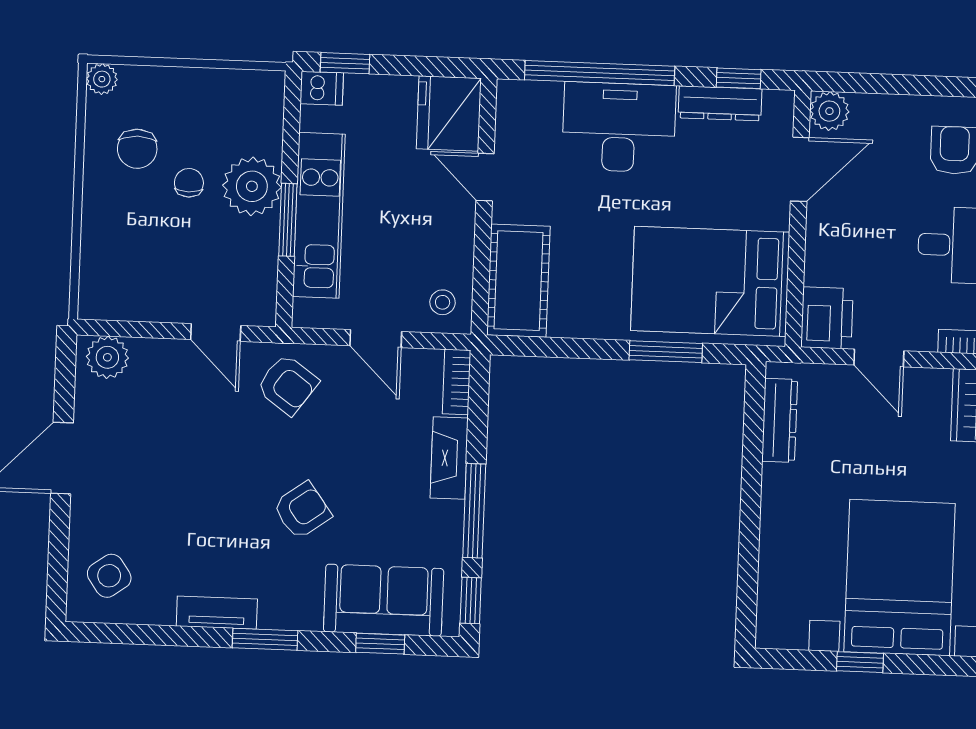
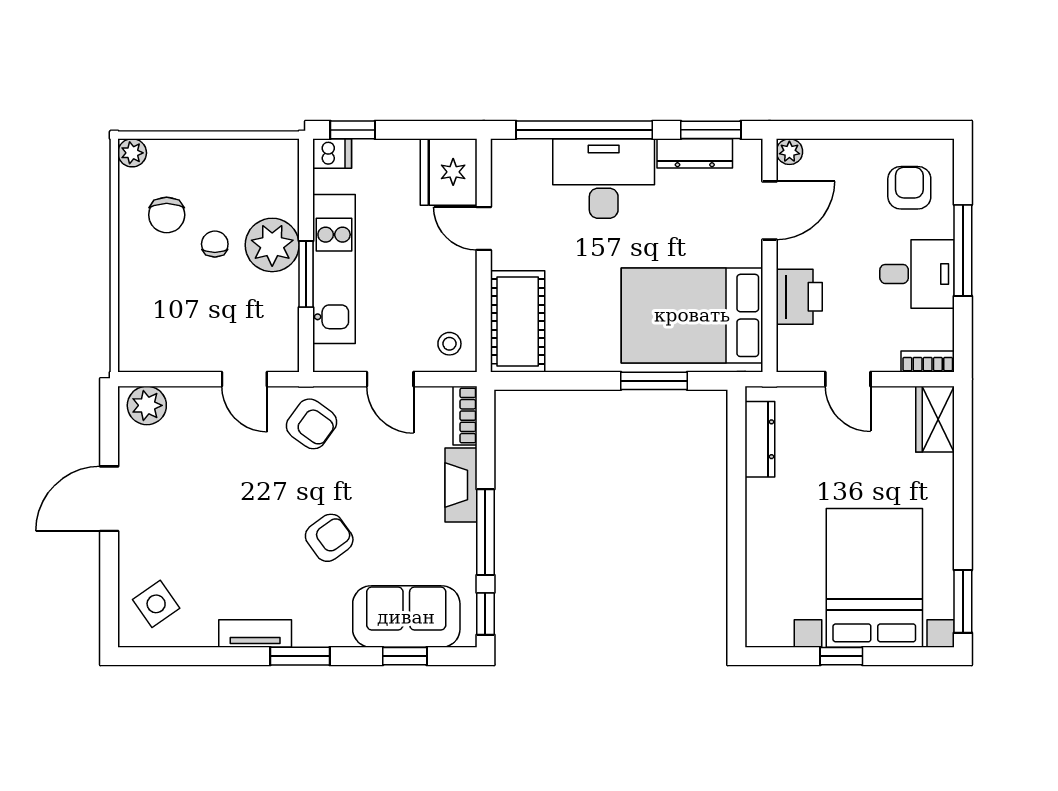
window: (739, 78) -> (711, 130), width x1.50
plant: (829, 111) -> (789, 152), width x0.73, depth x0.73
printer: (827, 318) -> (799, 297), moved

